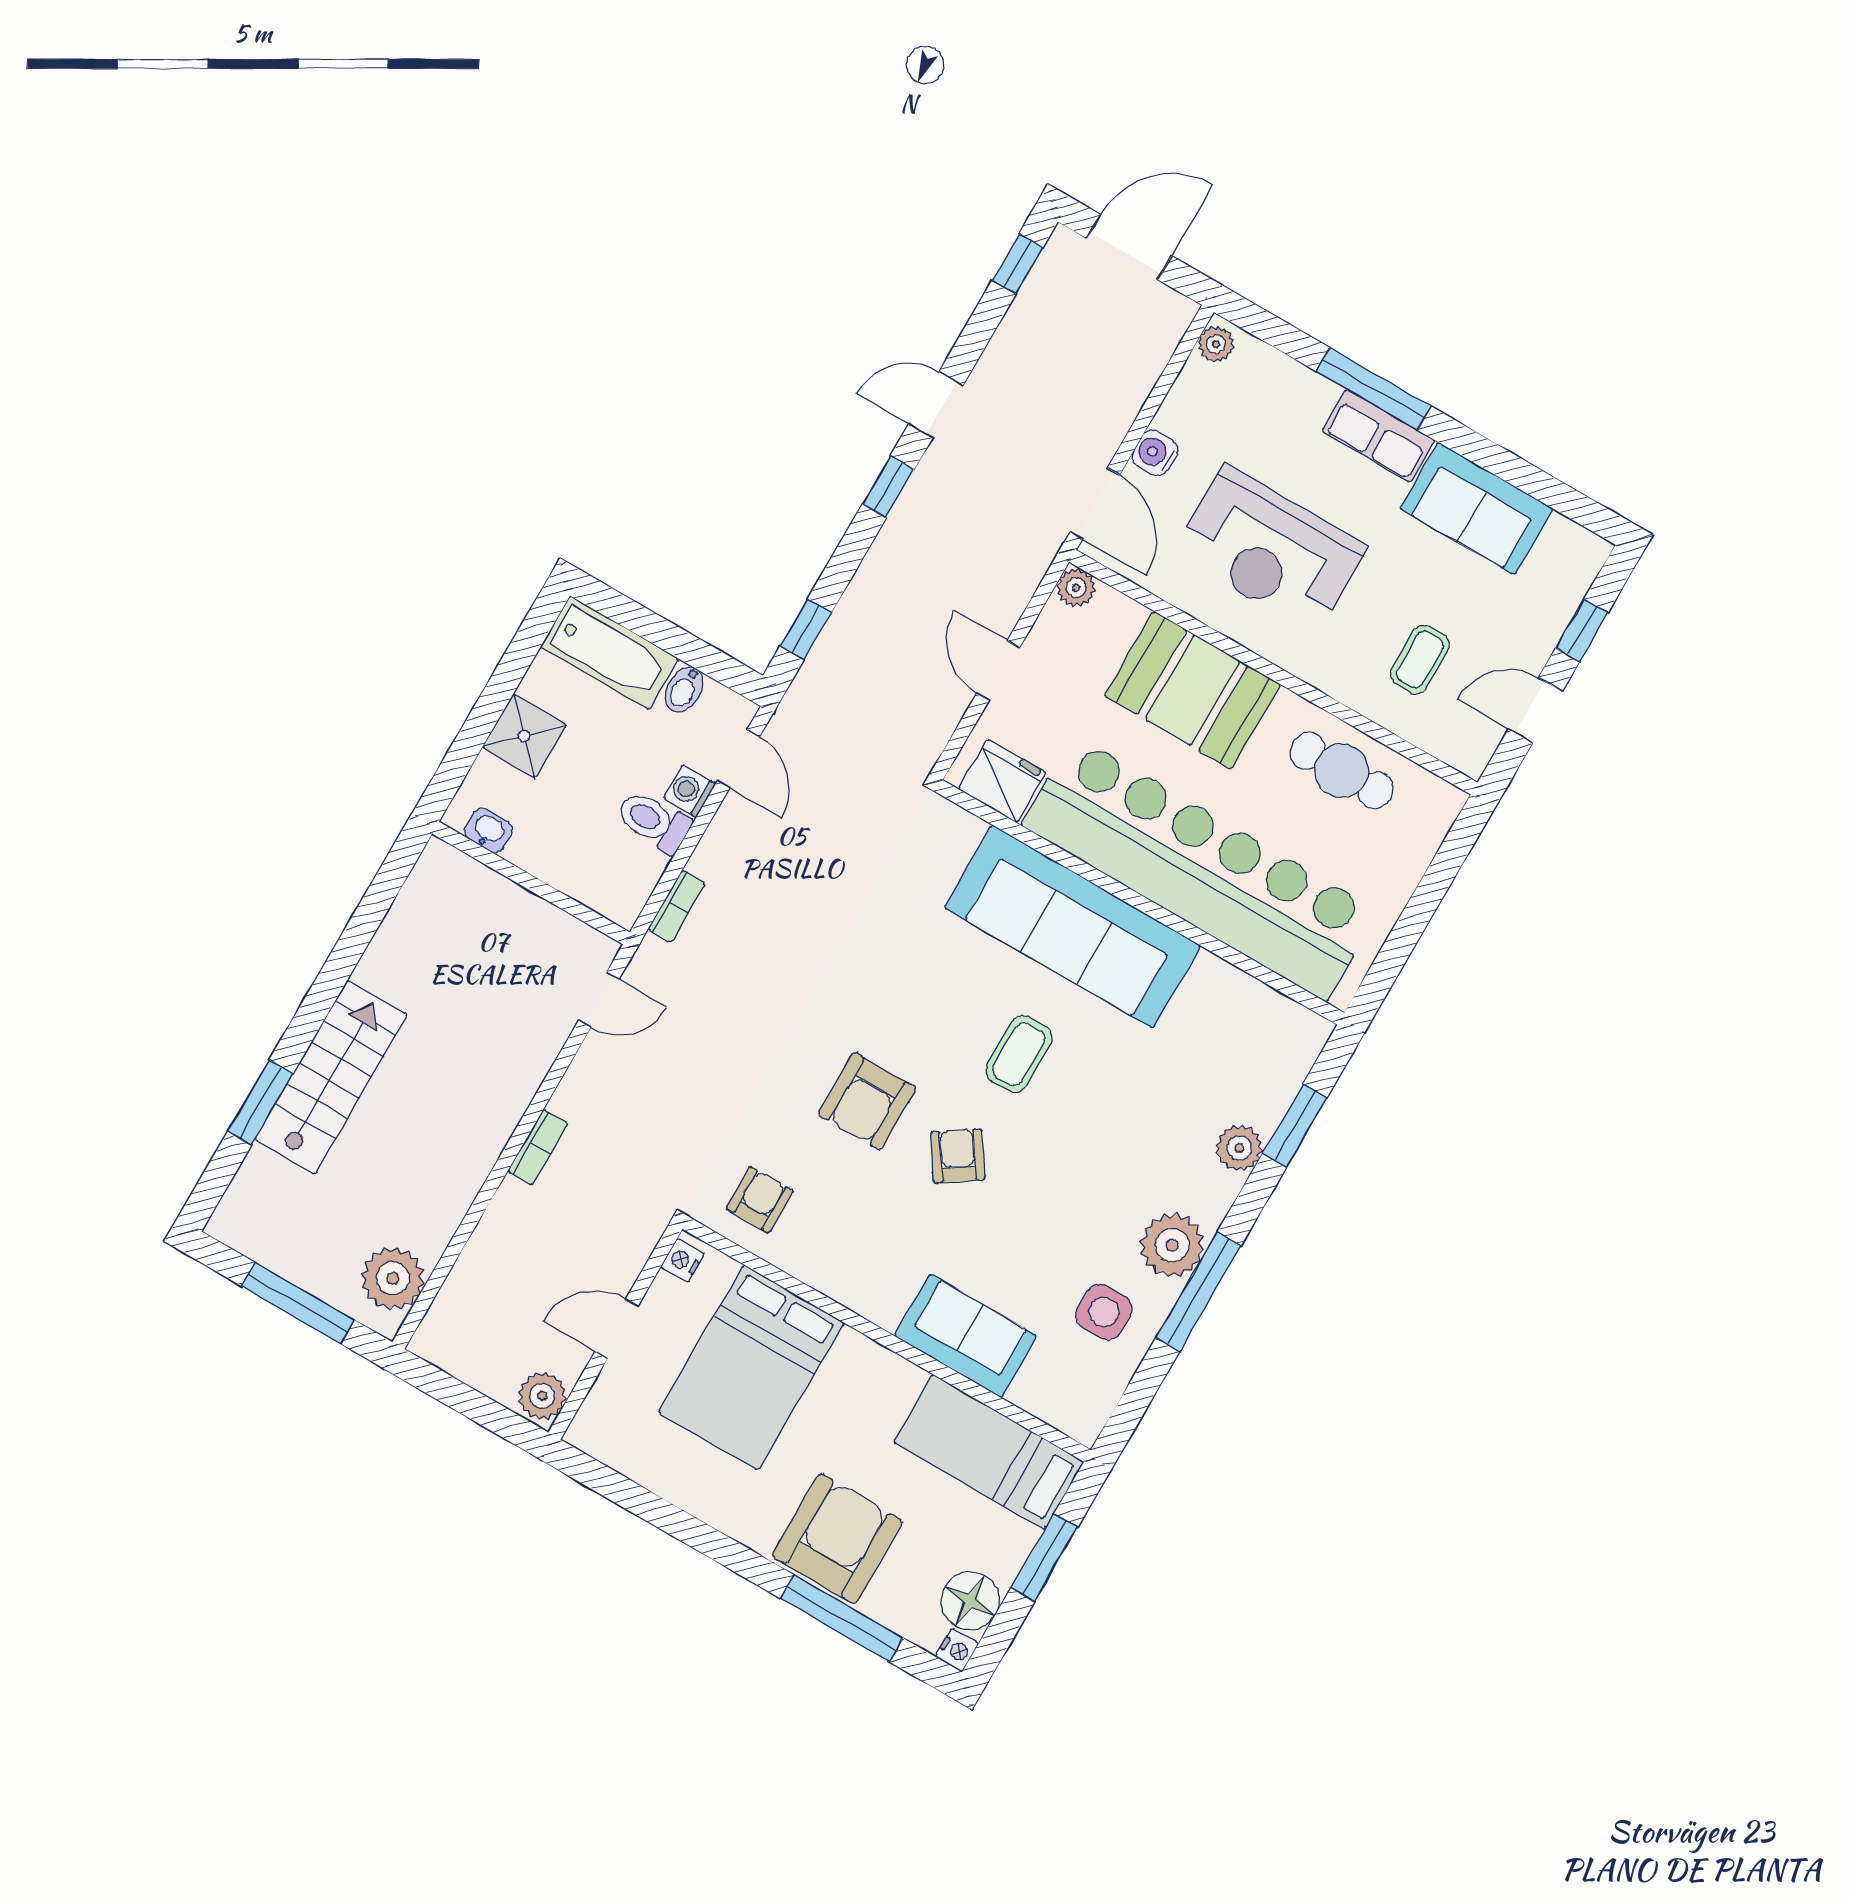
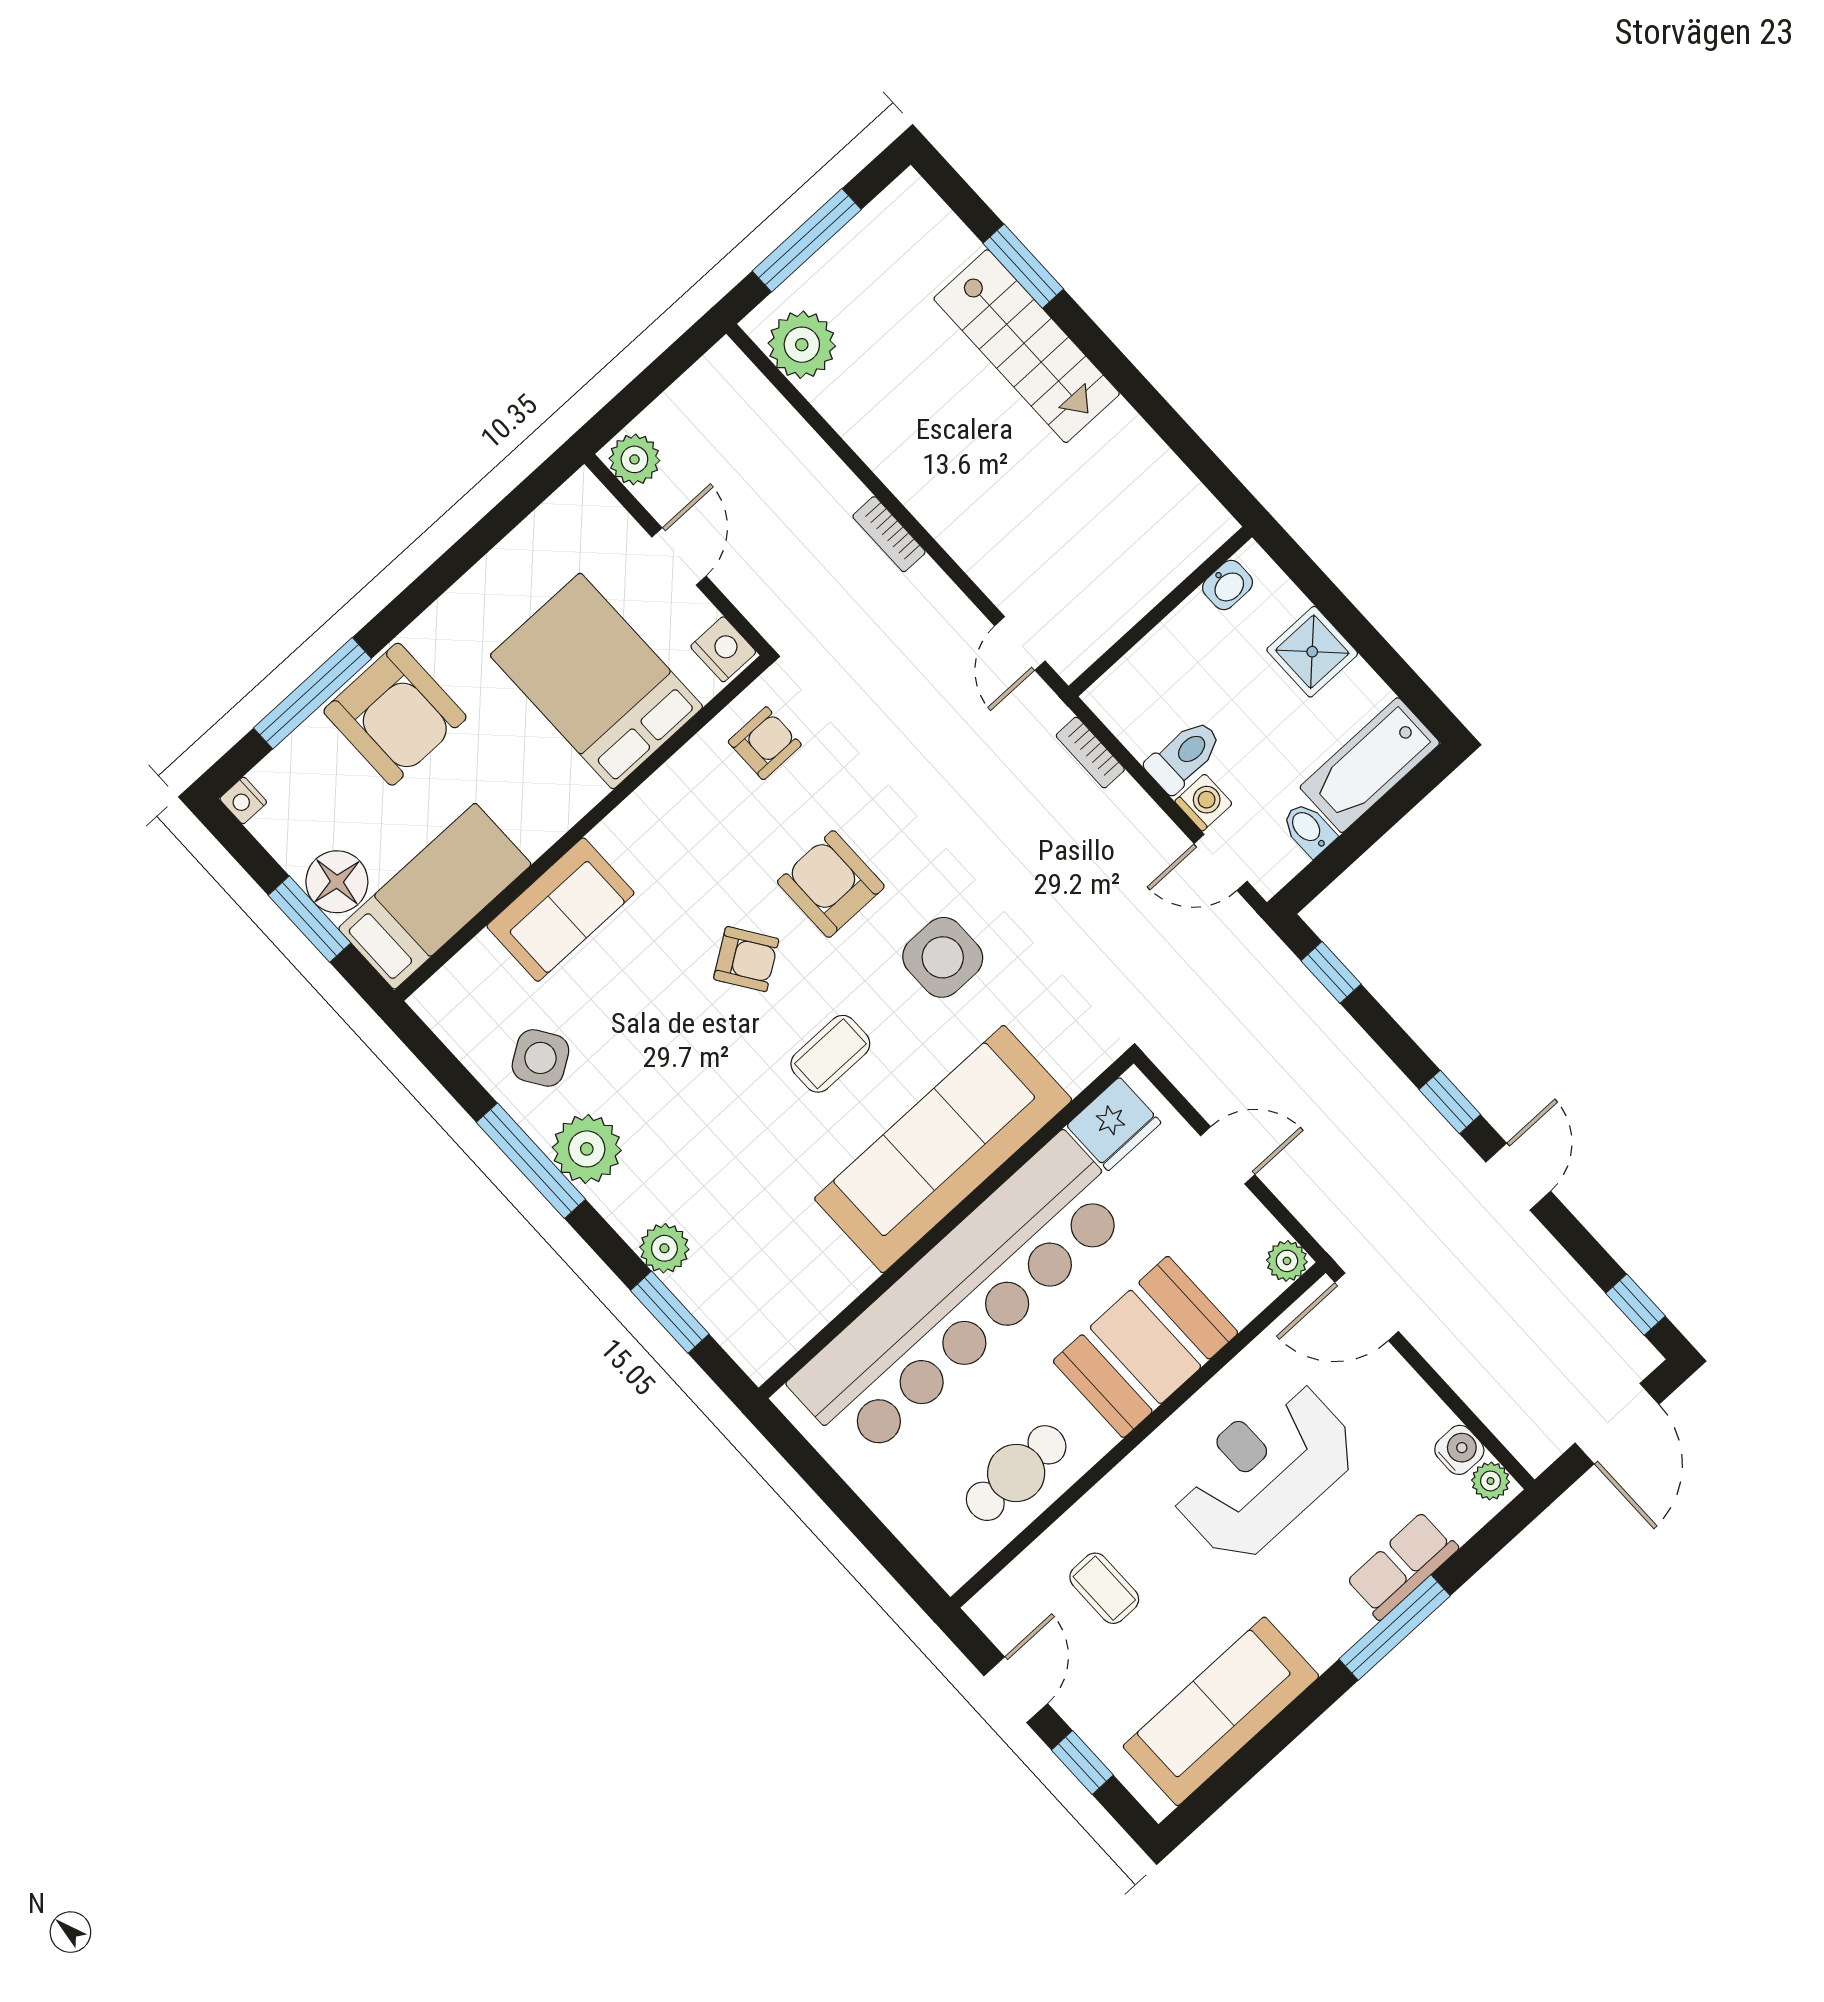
row of seats: (1378, 436) -> (1402, 1565), moved
water cooler: (1155, 453) -> (1459, 1450), moved
sofa: (1477, 509) -> (1221, 1711), width x1.36
side table: (901, 981) -> (943, 957), added
coffee table: (1019, 1054) -> (830, 1054), turned 90
armchair: (760, 1200) -> (765, 743), turned -90
nightstand: (682, 1260) -> (723, 649), width x1.39, depth x1.35
side table: (1104, 1312) -> (540, 1058), turned -33
floor lamp: (970, 1601) -> (337, 882), moved

